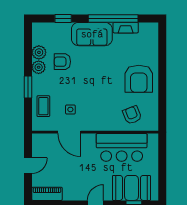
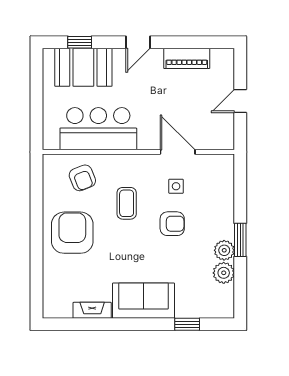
window: (113, 18) -> (111, 324), removed
armchair: (62, 62) -> (172, 224), moved
window: (28, 87) -> (240, 240), moved
coffee table: (43, 106) -> (127, 203), moved
piano: (47, 194) -> (187, 58), moved

